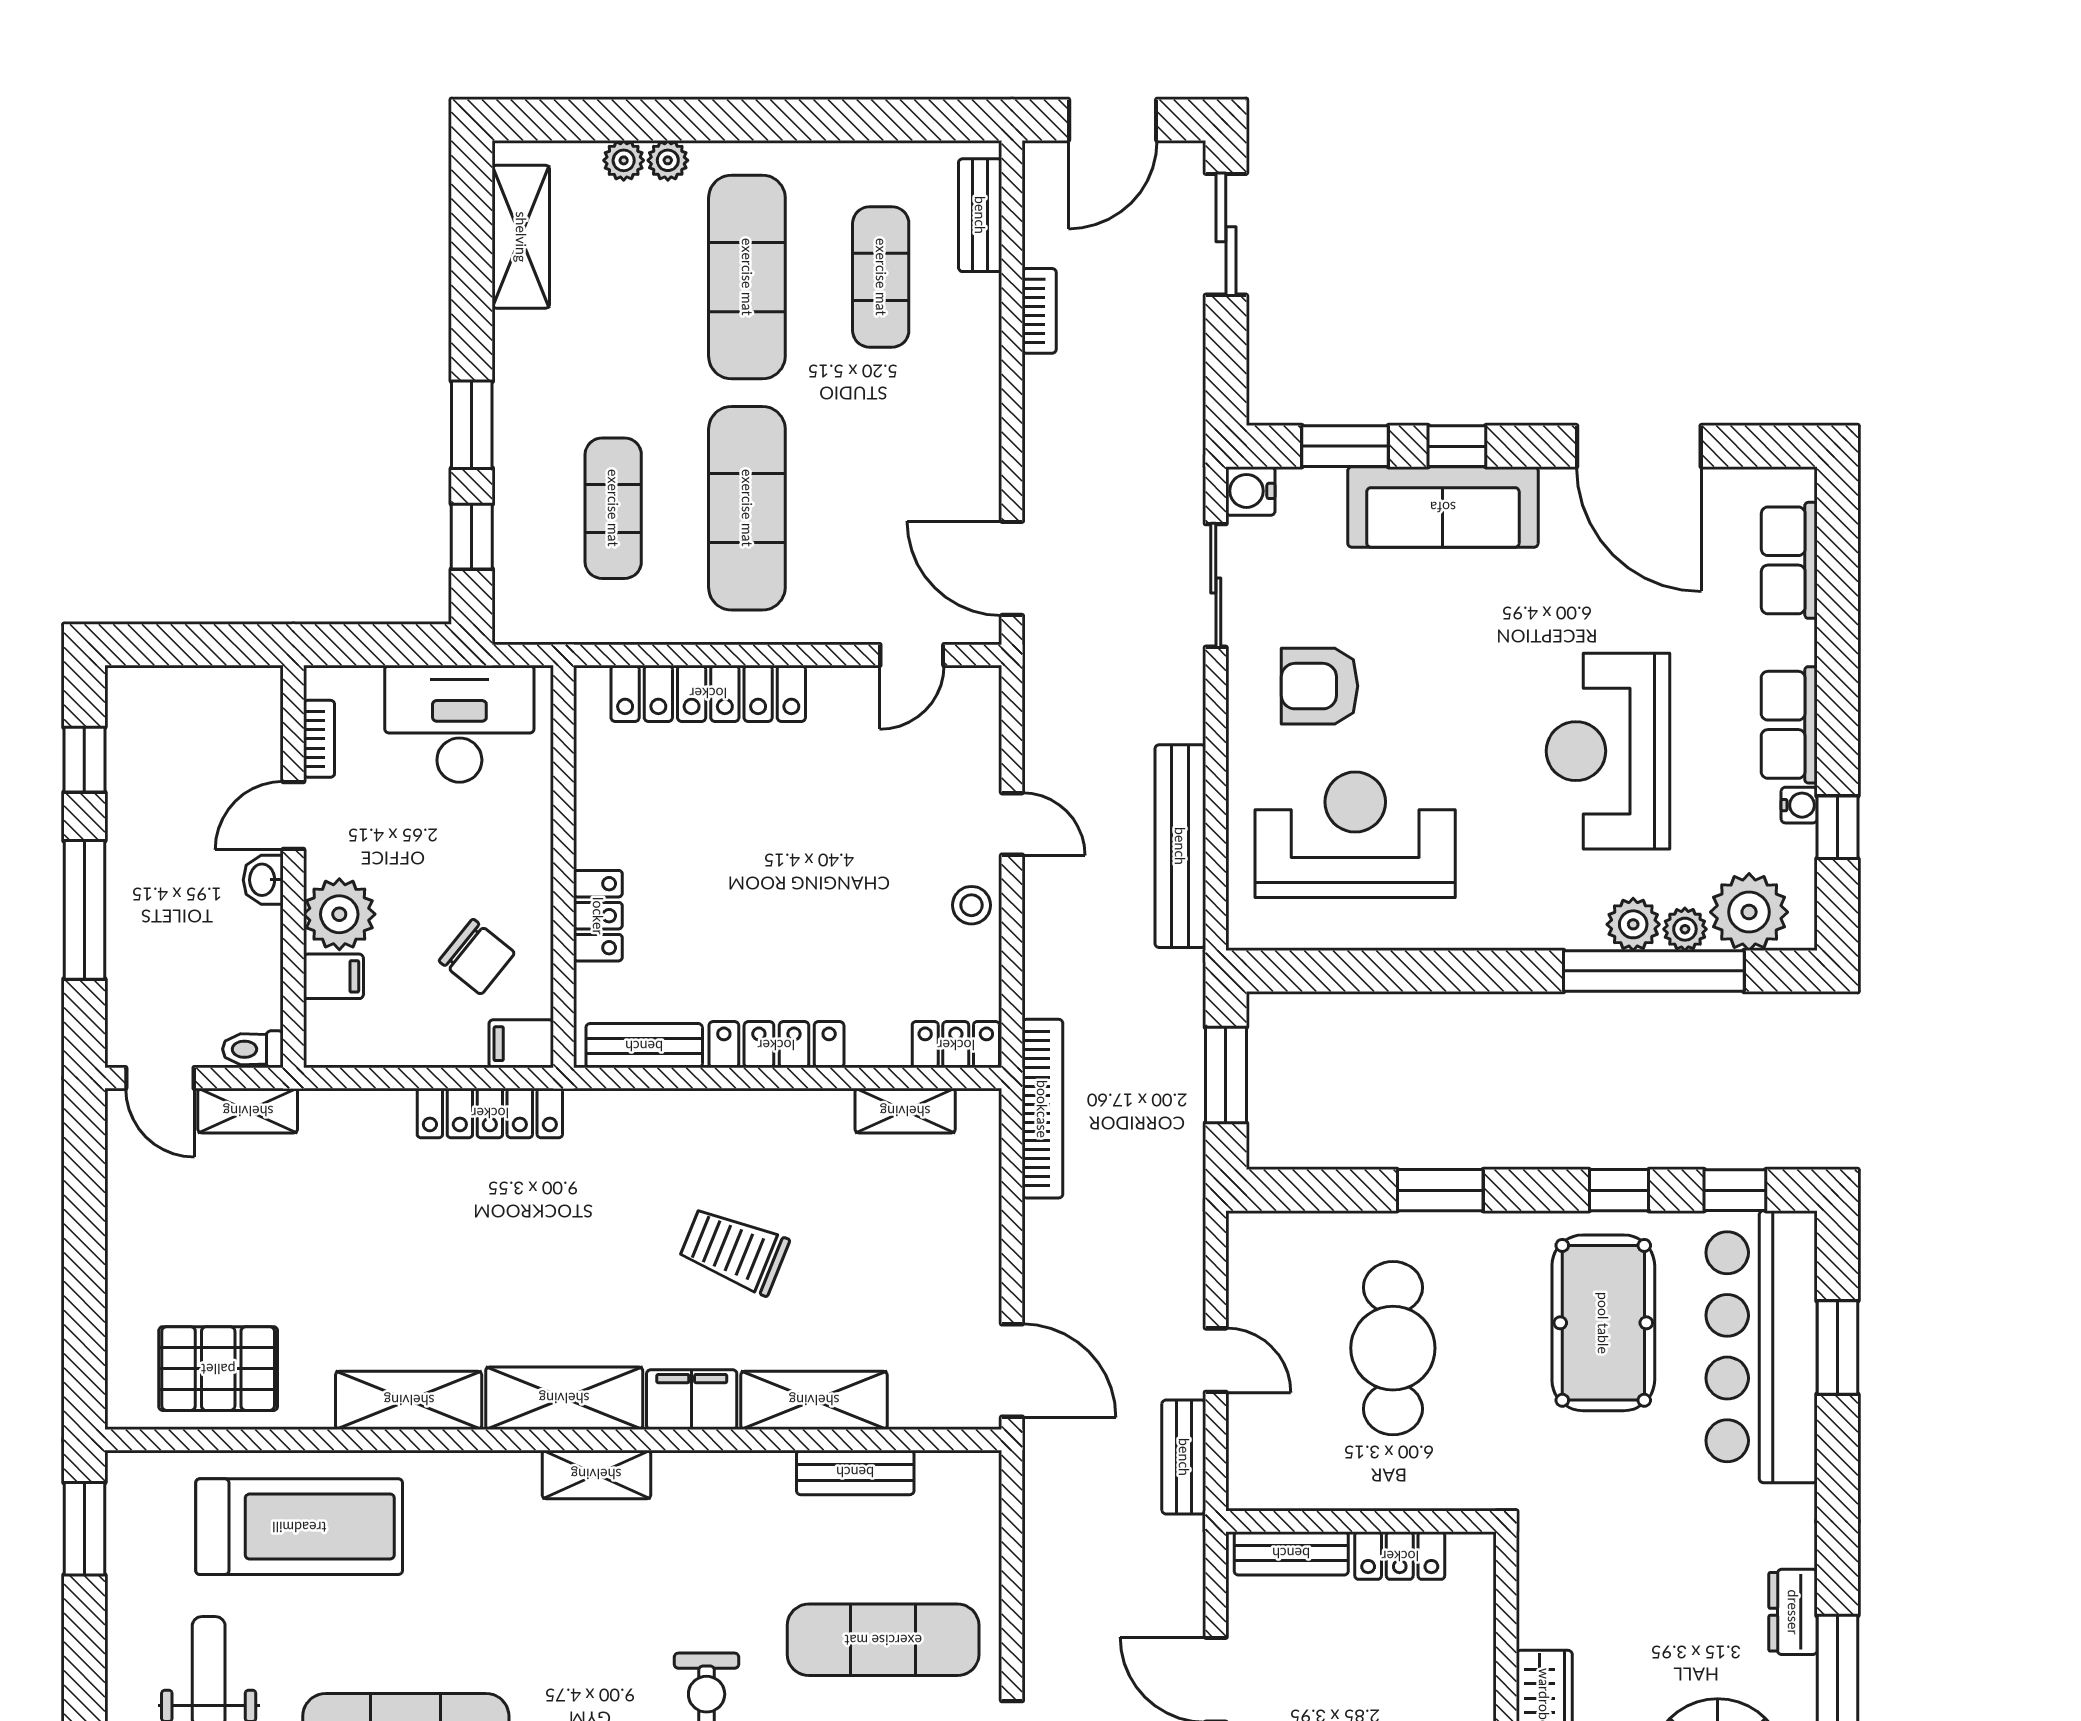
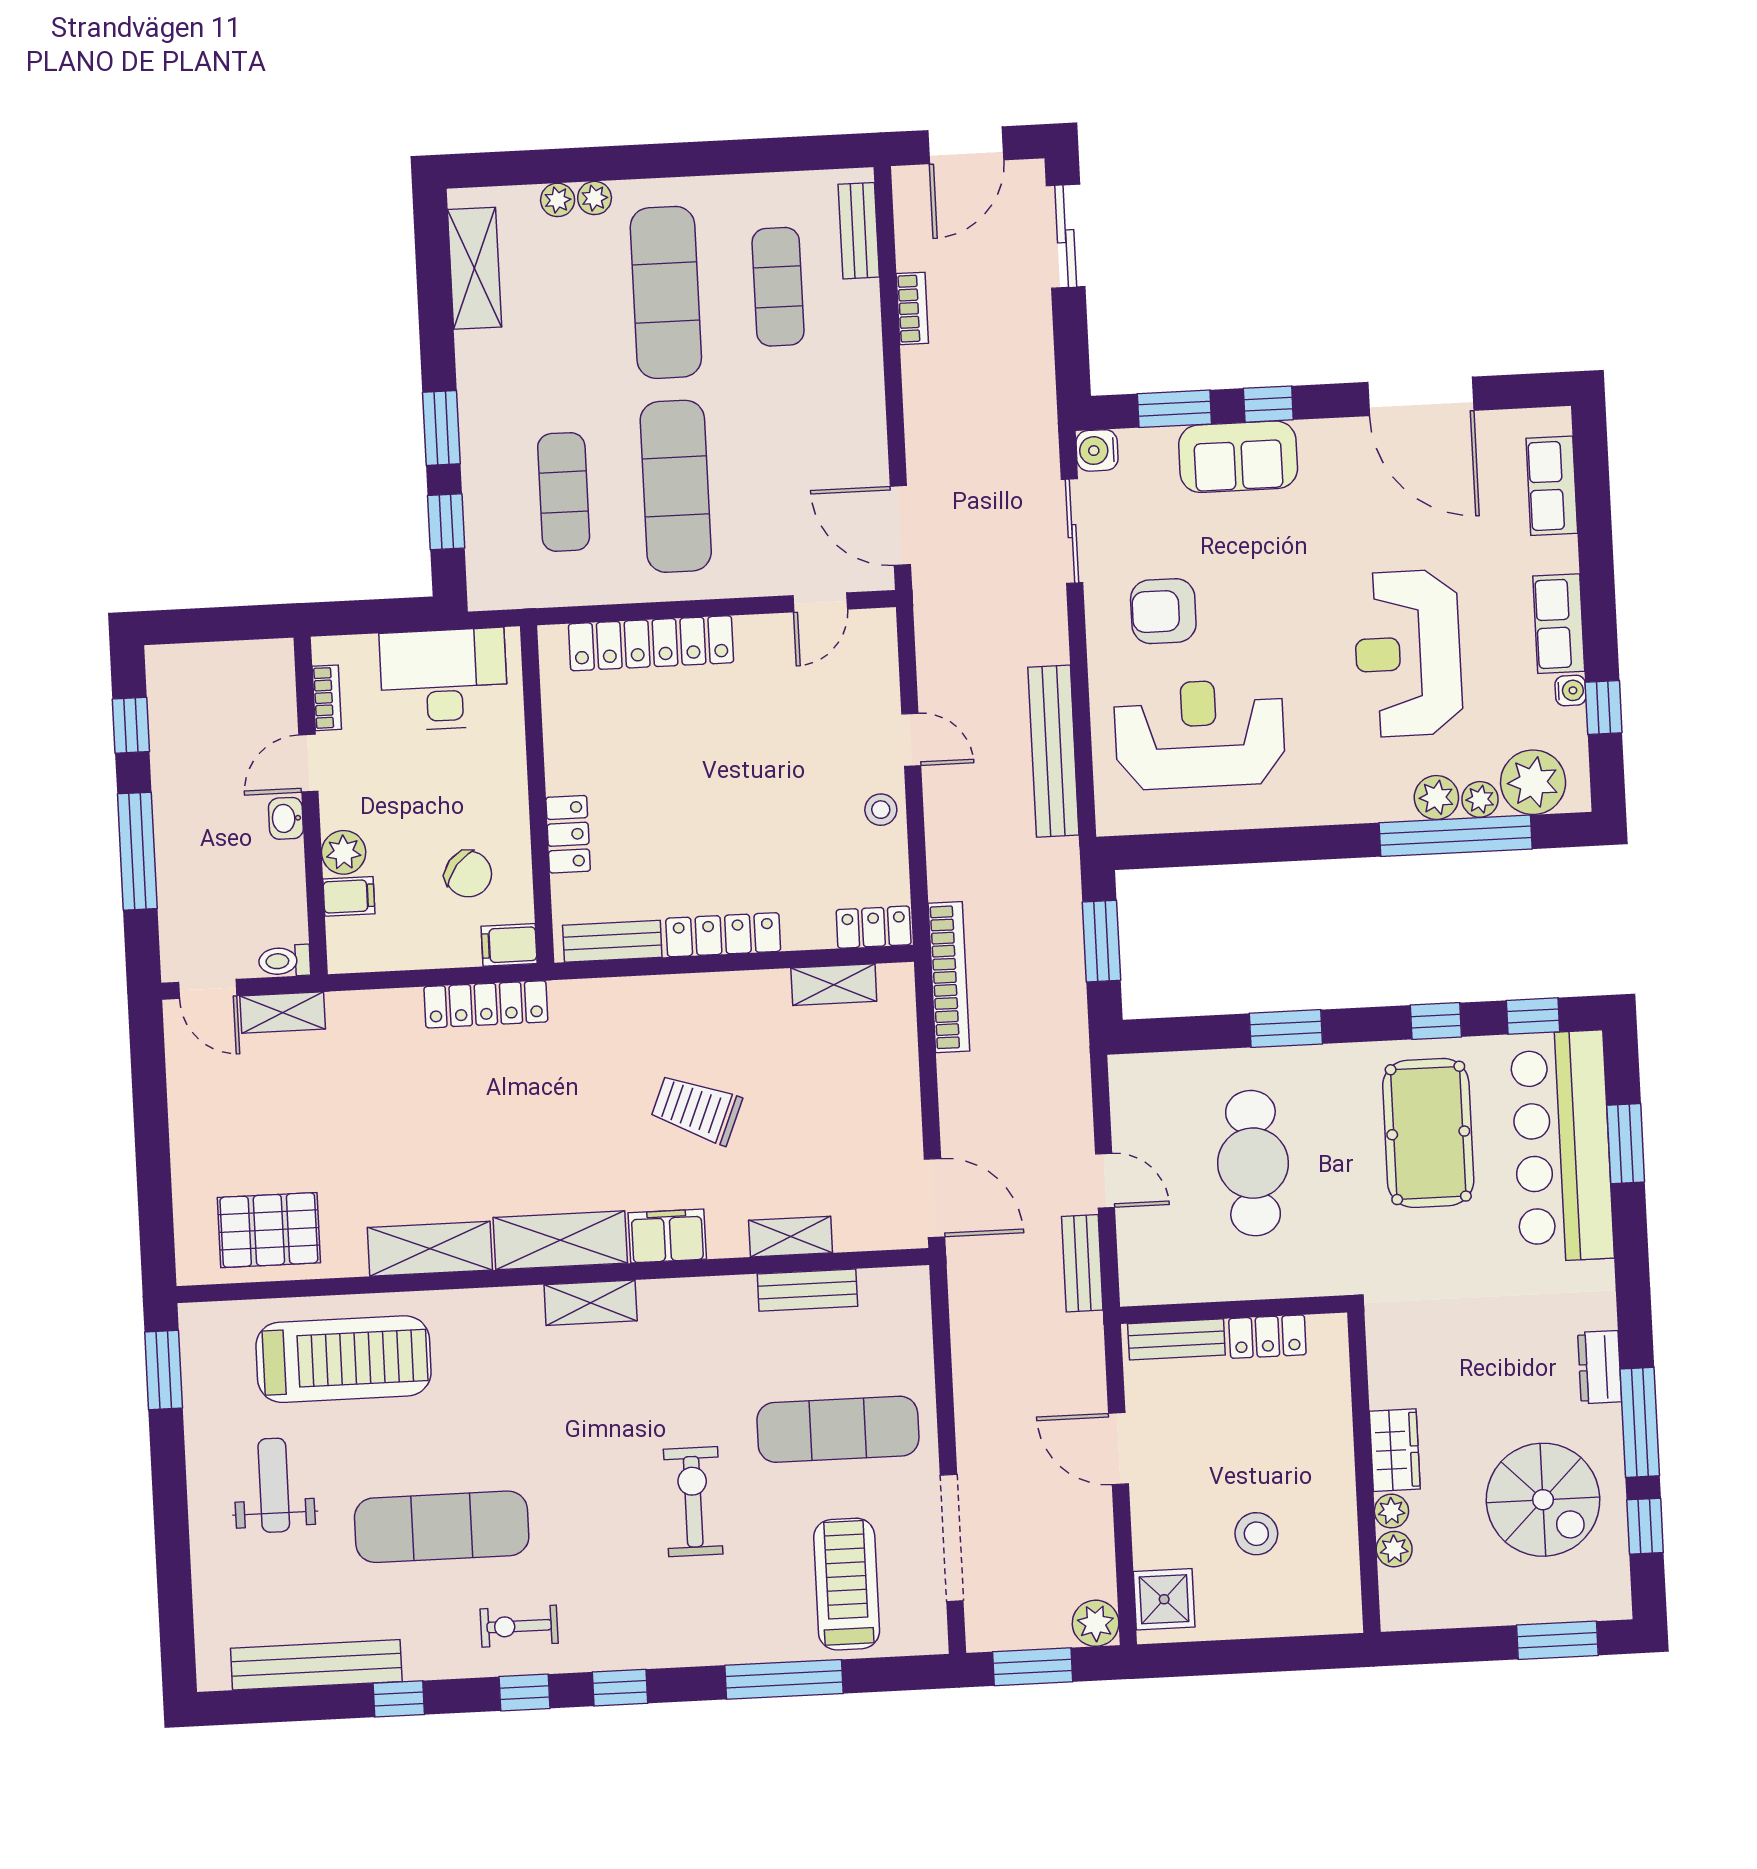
sofa: (1443, 507) -> (1238, 457), width x0.73
plant: (339, 914) -> (344, 852), width x0.73, depth x0.73
shelving: (814, 1400) -> (791, 1237), width x0.67, depth x0.75

